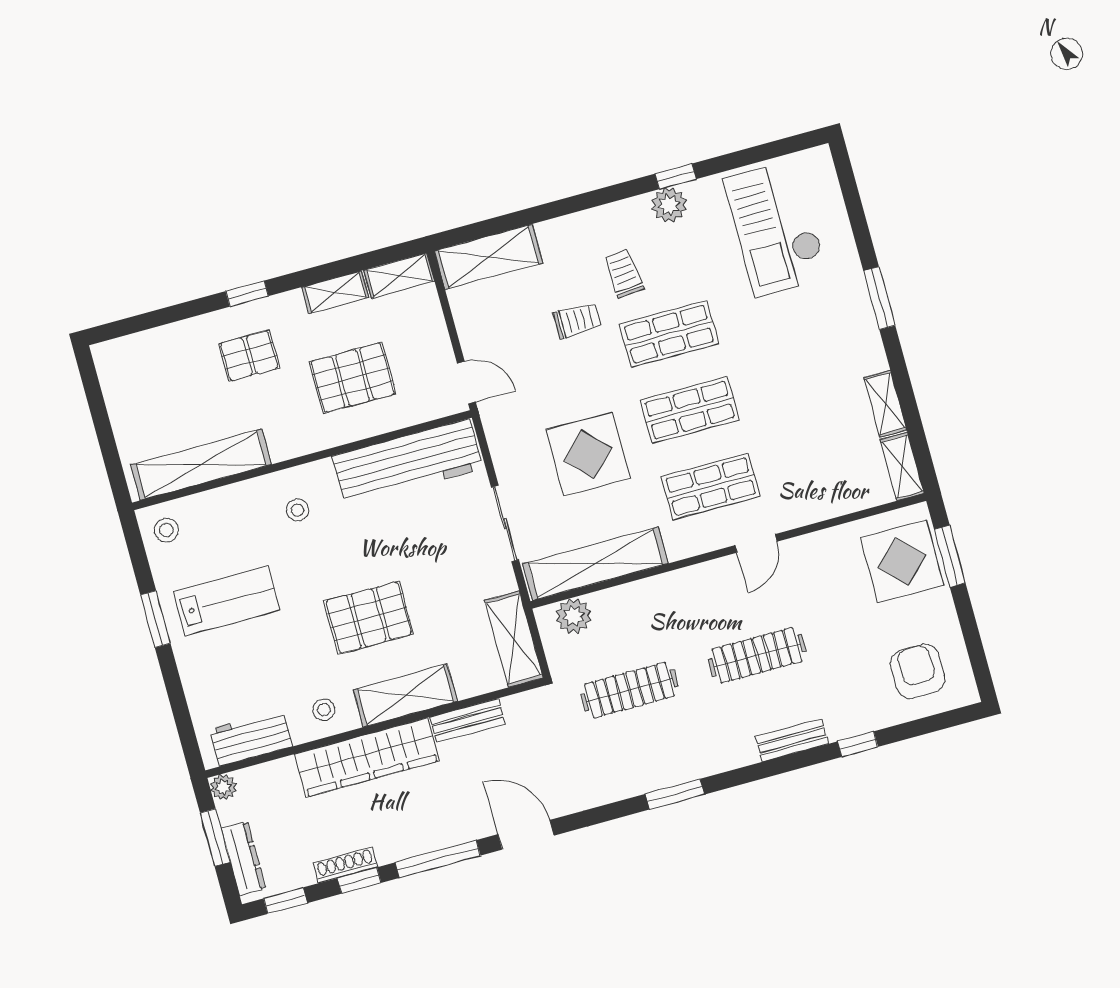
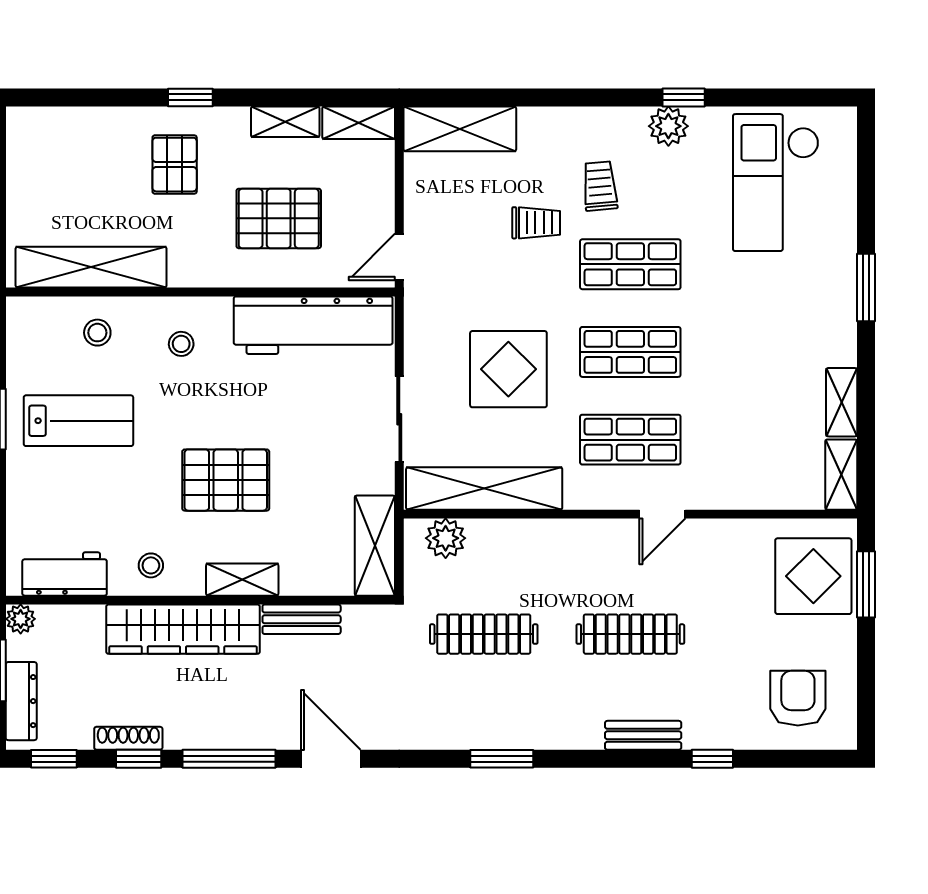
pallet: (249, 356) -> (175, 165), turned 90
door: (466, 382) -> (399, 257), swing flipped
stool: (166, 530) -> (97, 333), moved
shelving: (405, 695) -> (242, 580), width x0.67, depth x0.75

